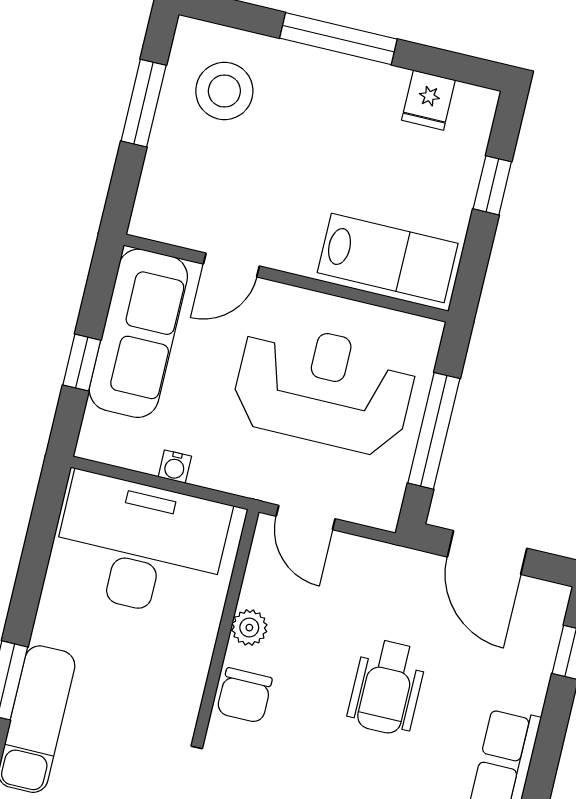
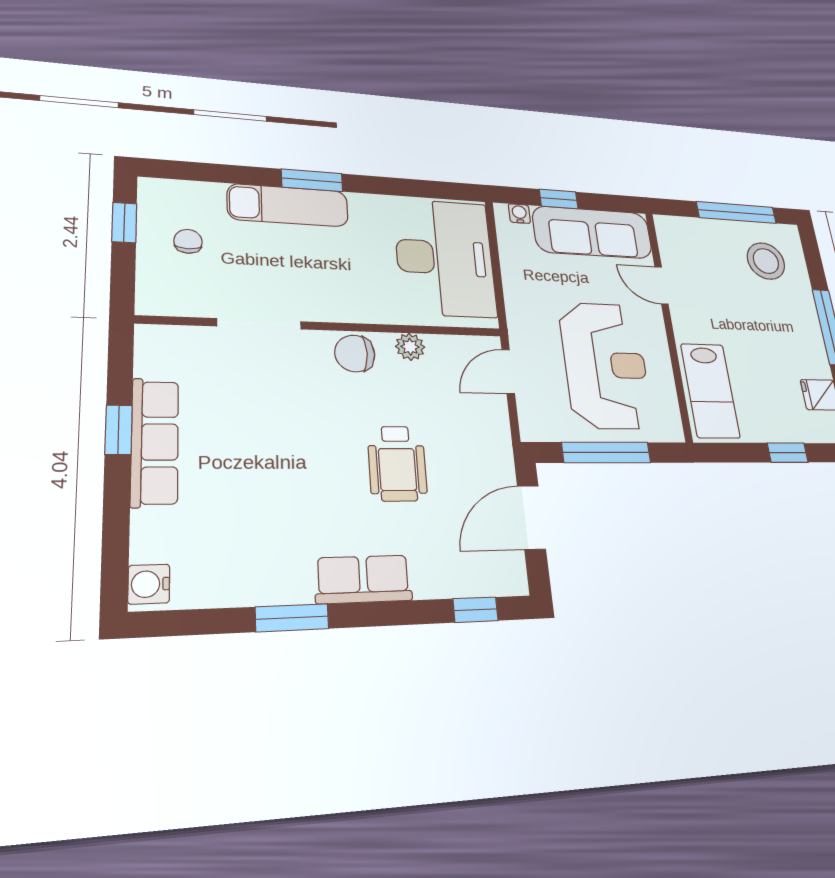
window: (144, 103) -> (736, 212), width x1.44
water cooler: (175, 467) -> (519, 214), moved, turned 90
wheelchair: (387, 687) -> (397, 463), turned -90

